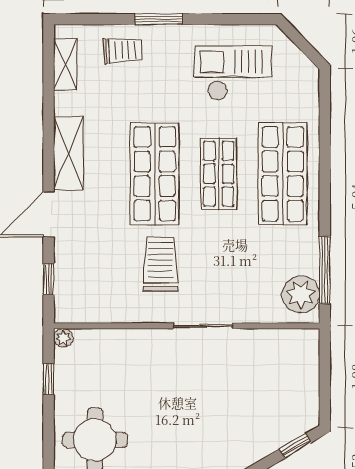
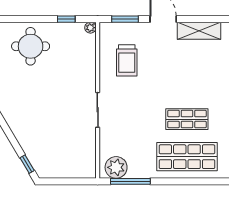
shop shelf: (155, 174) -> (187, 81), removed
trolley: (160, 264) -> (127, 60), moved, turned 90
window: (49, 279) -> (125, 19), width x1.50

